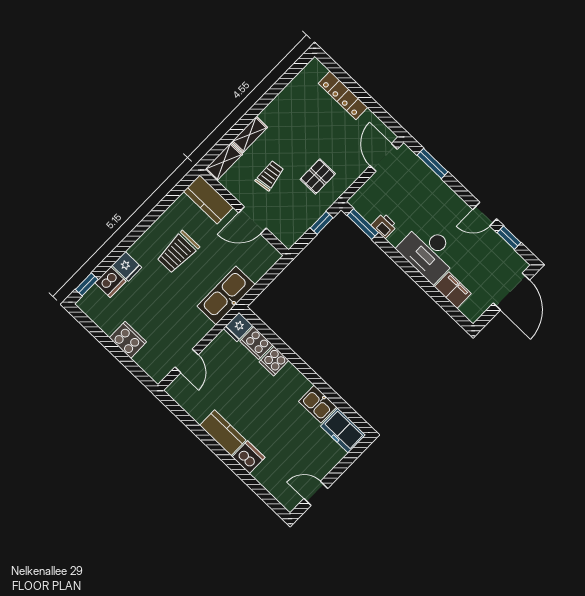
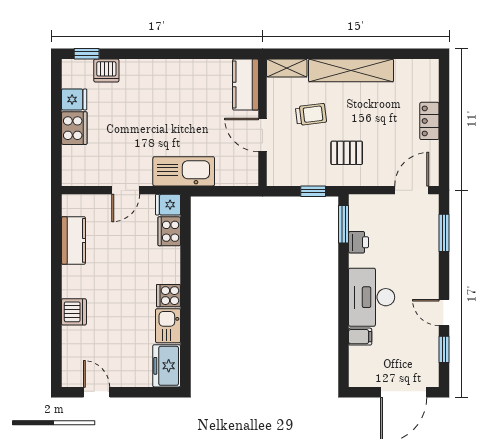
locker: (343, 95) -> (429, 121), width x0.66
shelving: (250, 134) -> (351, 70), width x2.20, depth x1.33
trolley: (178, 252) -> (181, 101), removed
fridge: (127, 266) -> (74, 99), moved, turned -90
filing cabinet: (453, 290) -> (360, 337), width x0.50
door: (187, 361) -> (126, 190), moved
cooker: (274, 361) -> (169, 296), moved
kitchen counter: (223, 433) -> (73, 240), moved

